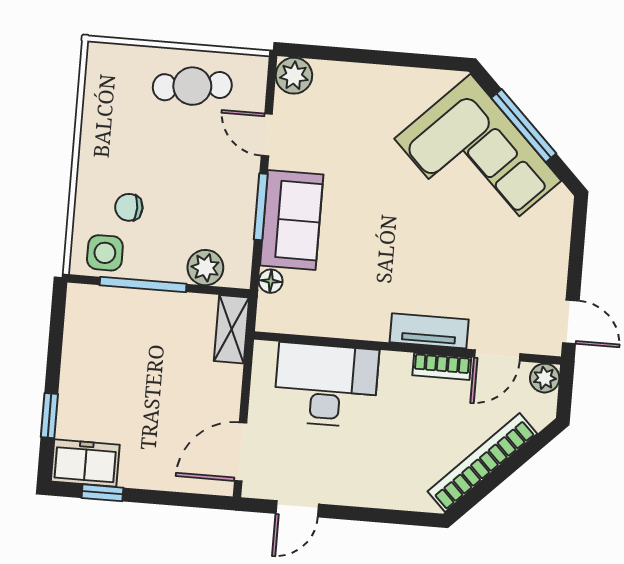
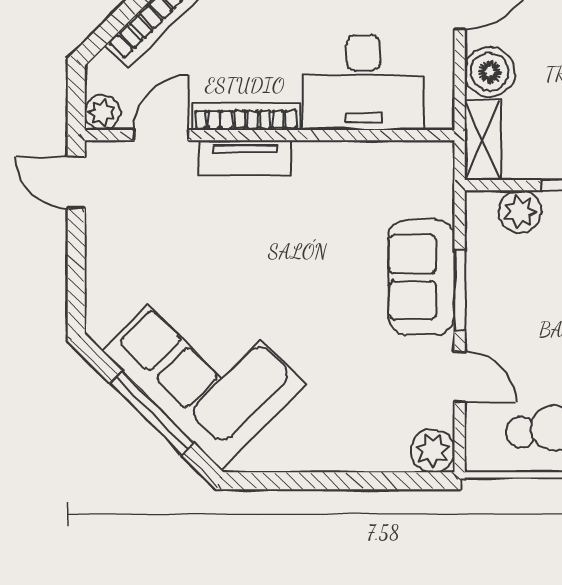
floor lamp: (271, 281) -> (440, 202), removed
bookcase: (442, 366) -> (246, 116), width x1.56
boiler: (221, 385) -> (490, 72), added

